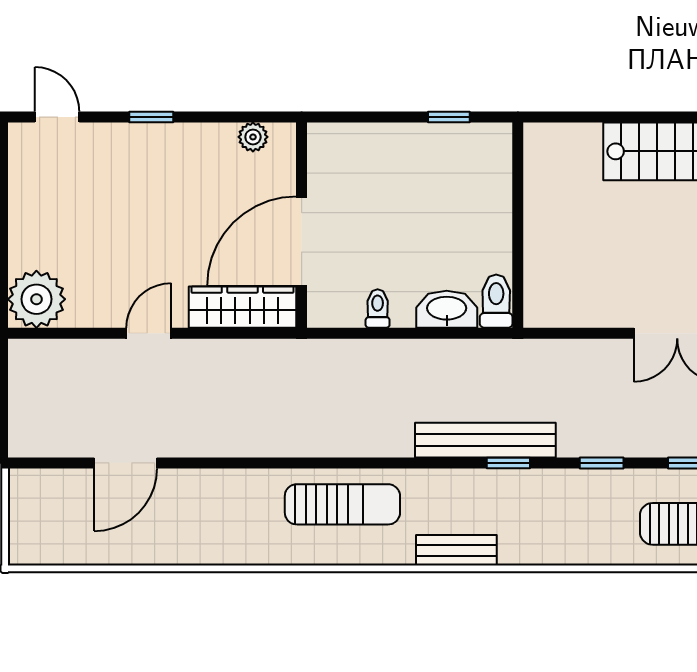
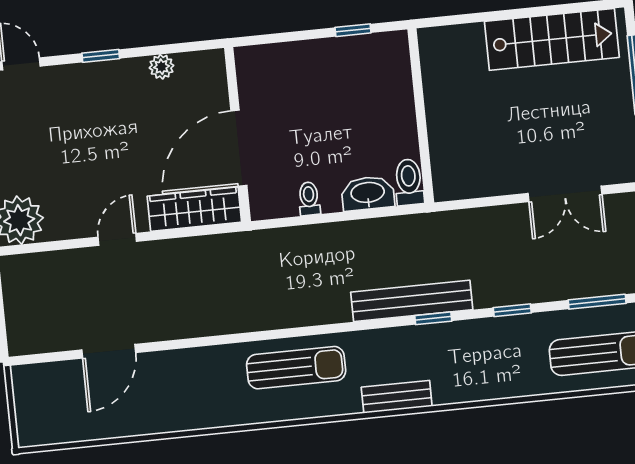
plant: (253, 137) -> (161, 67), moved

